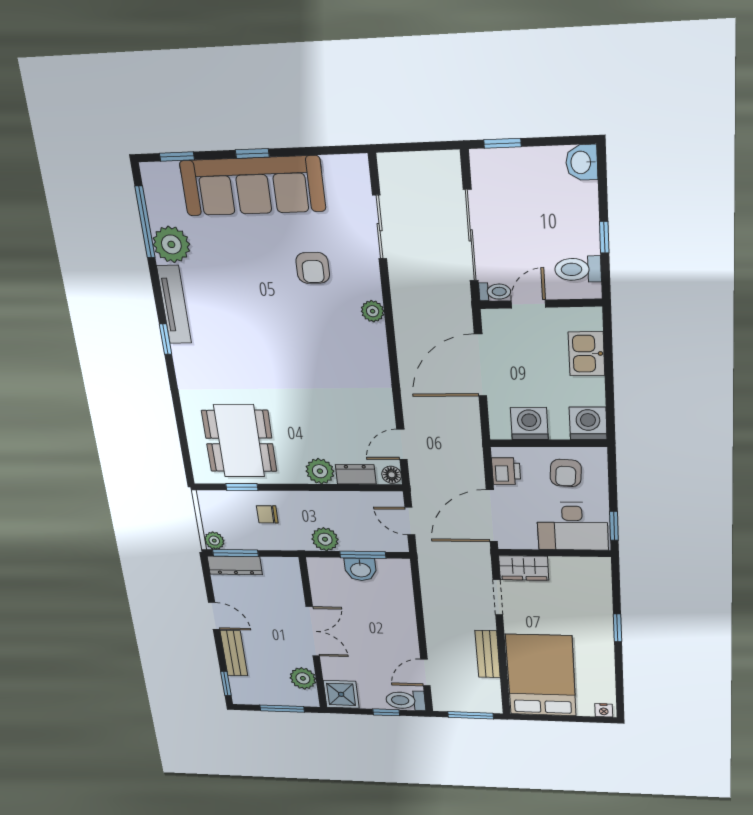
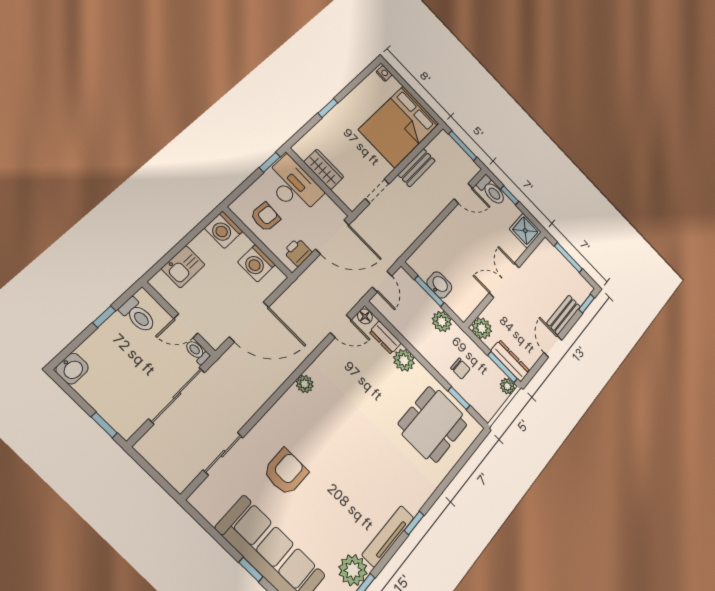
armchair: (313, 268) -> (286, 472), width x1.38, depth x1.38
plant: (373, 311) -> (305, 384), moved
wardrobe: (524, 568) -> (324, 169), moved
plant: (303, 678) -> (482, 328), moved

